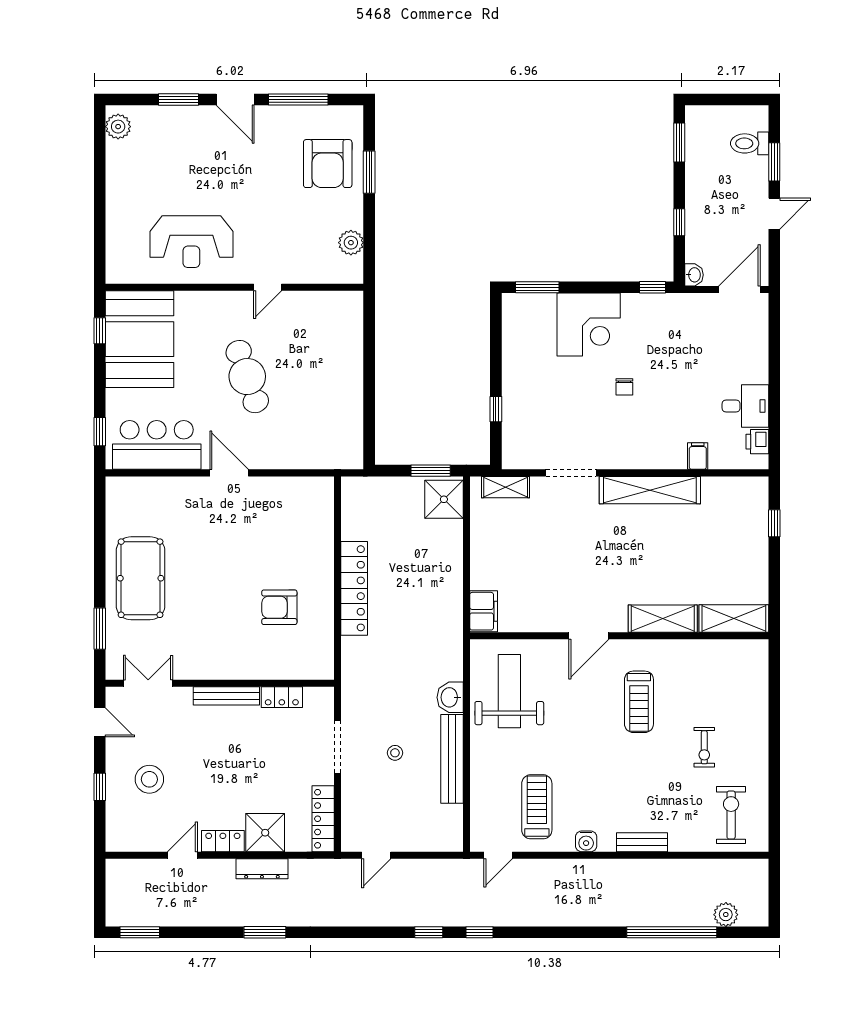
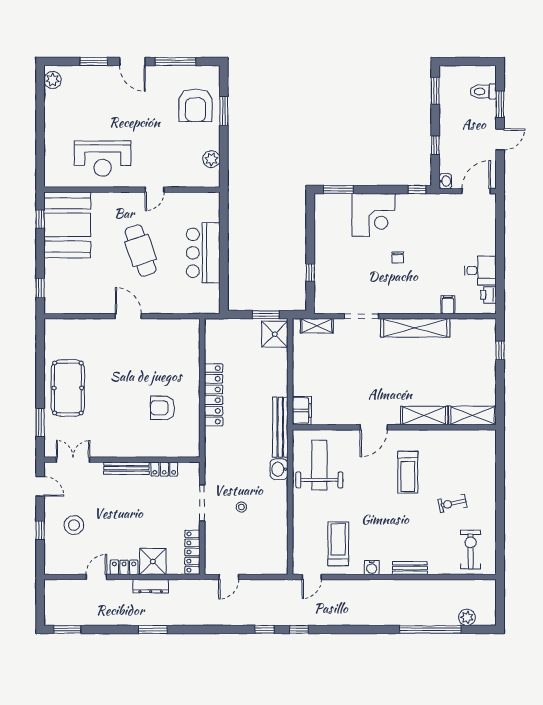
bar counter: (157, 445) -> (203, 253), moved, turned -90
exercise bike: (704, 747) -> (452, 503), turned 78
bench: (452, 759) -> (280, 427), moved

